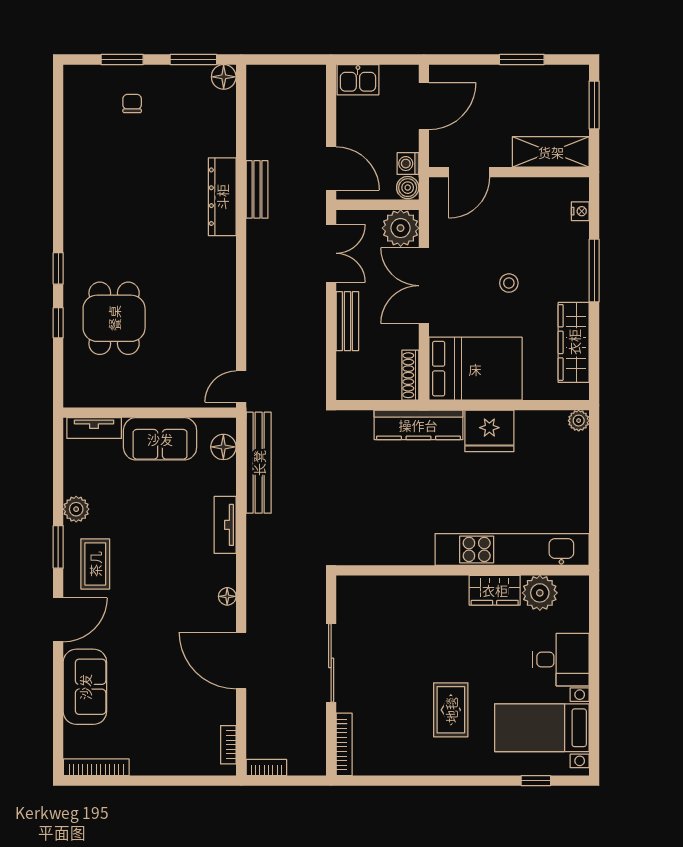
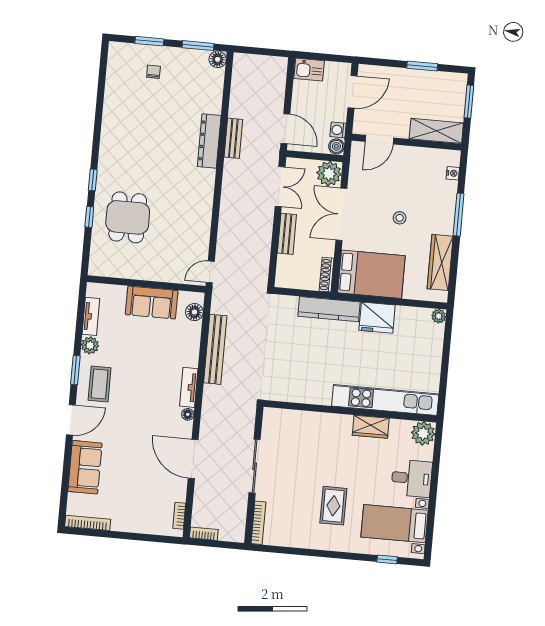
tv unit: (94, 428) -> (91, 316), moved, turned -90
bench: (259, 463) -> (215, 349), moved
tv unit: (225, 525) -> (189, 387), moved
plant: (540, 593) -> (423, 433), moved

